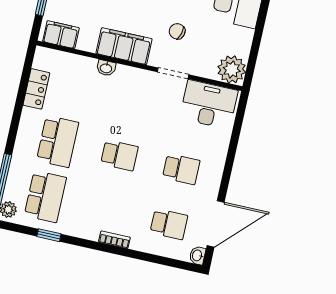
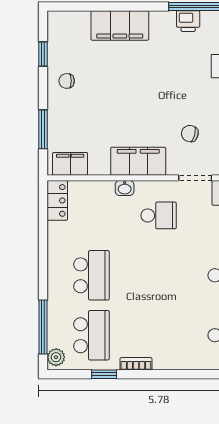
locker: (36, 89) -> (57, 200), moved
school desk: (119, 155) -> (159, 215), moved
bookcase: (114, 240) -> (136, 364), moved

